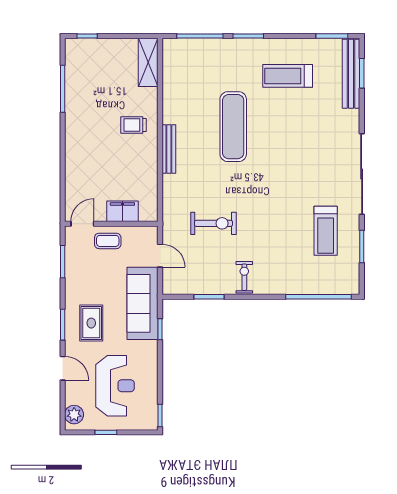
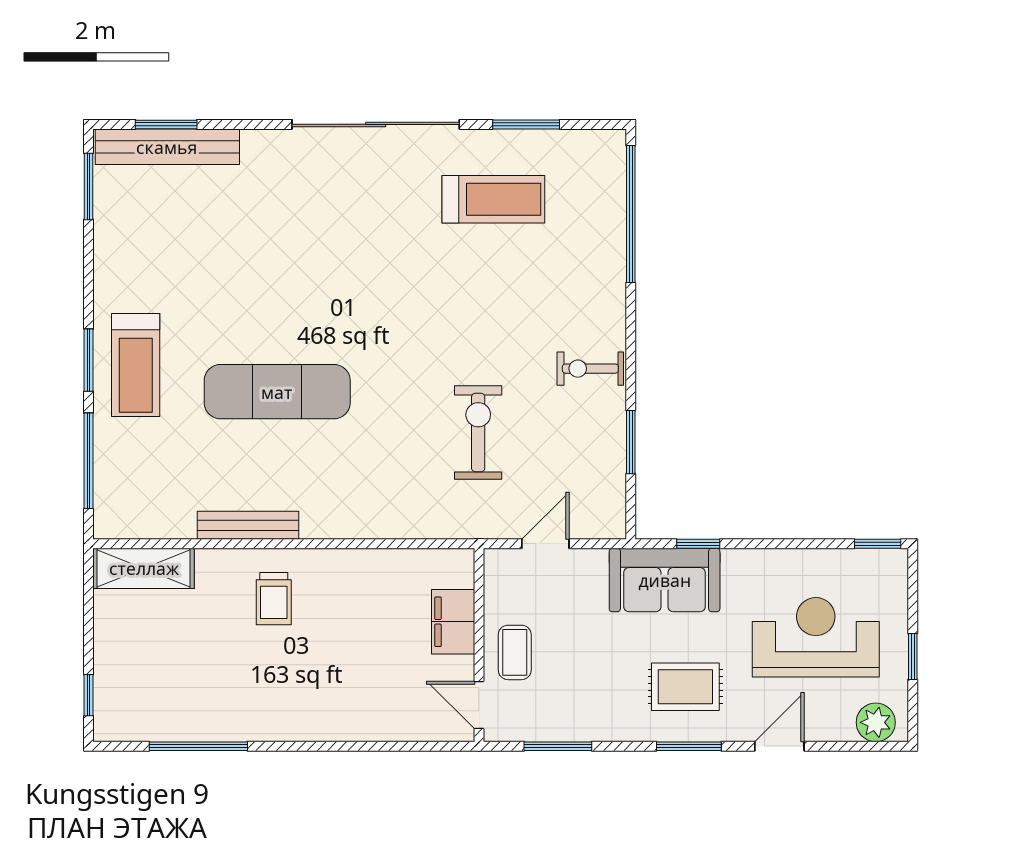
treadmill: (288, 76) -> (136, 365), moved
bench: (169, 149) -> (248, 525), moved
sofa: (143, 303) -> (665, 580), width x0.73

